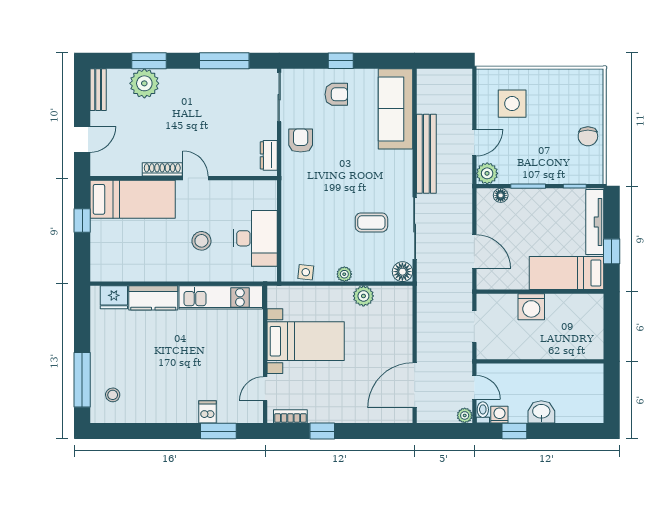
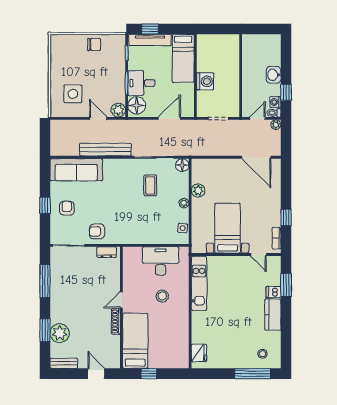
floor lamp: (501, 195) -> (137, 105), width x1.89, depth x1.89
desk: (529, 209) -> (141, 83), added
window: (612, 251) -> (150, 29), moved
kitchen counter: (153, 298) -> (273, 315), moved, turned 180

